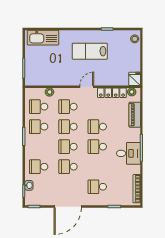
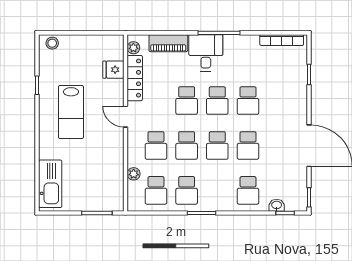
fridge: (135, 79) -> (113, 70), moved
desk: (128, 153) -> (206, 53), moved
school desk: (97, 187) -> (248, 101), moved

